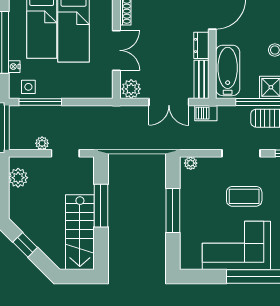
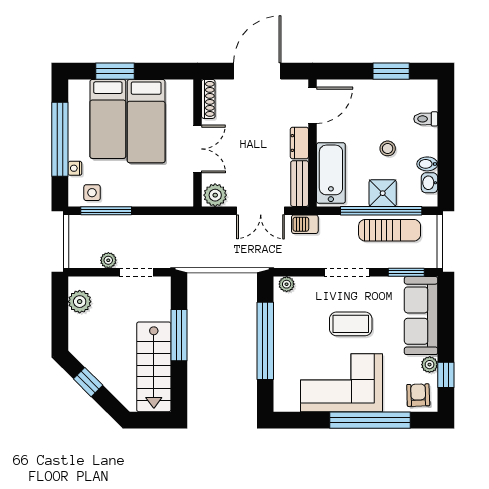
window: (173, 210) -> (265, 341), width x1.46

